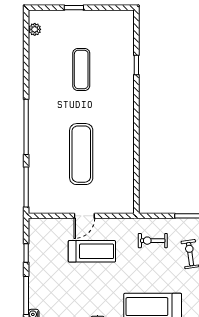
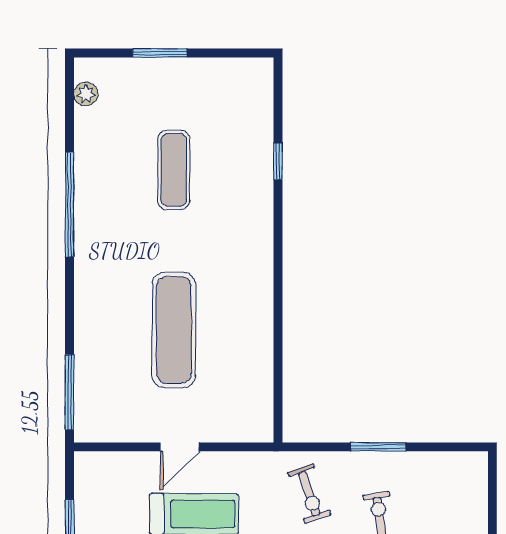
window: (74, 8) -> (160, 53), width x1.50
window: (26, 127) -> (69, 205), moved
exercise bike: (153, 241) -> (309, 494), turned -109

